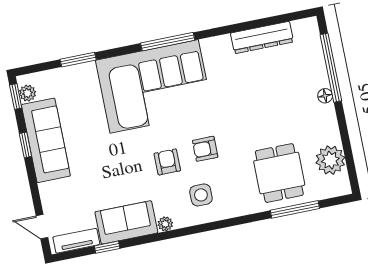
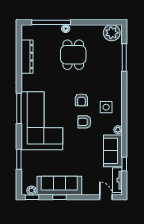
plant: (330, 160) -> (112, 33), moved
dining table: (279, 173) -> (73, 55), moved, turned 90
door: (42, 227) -> (106, 197), swing flipped

